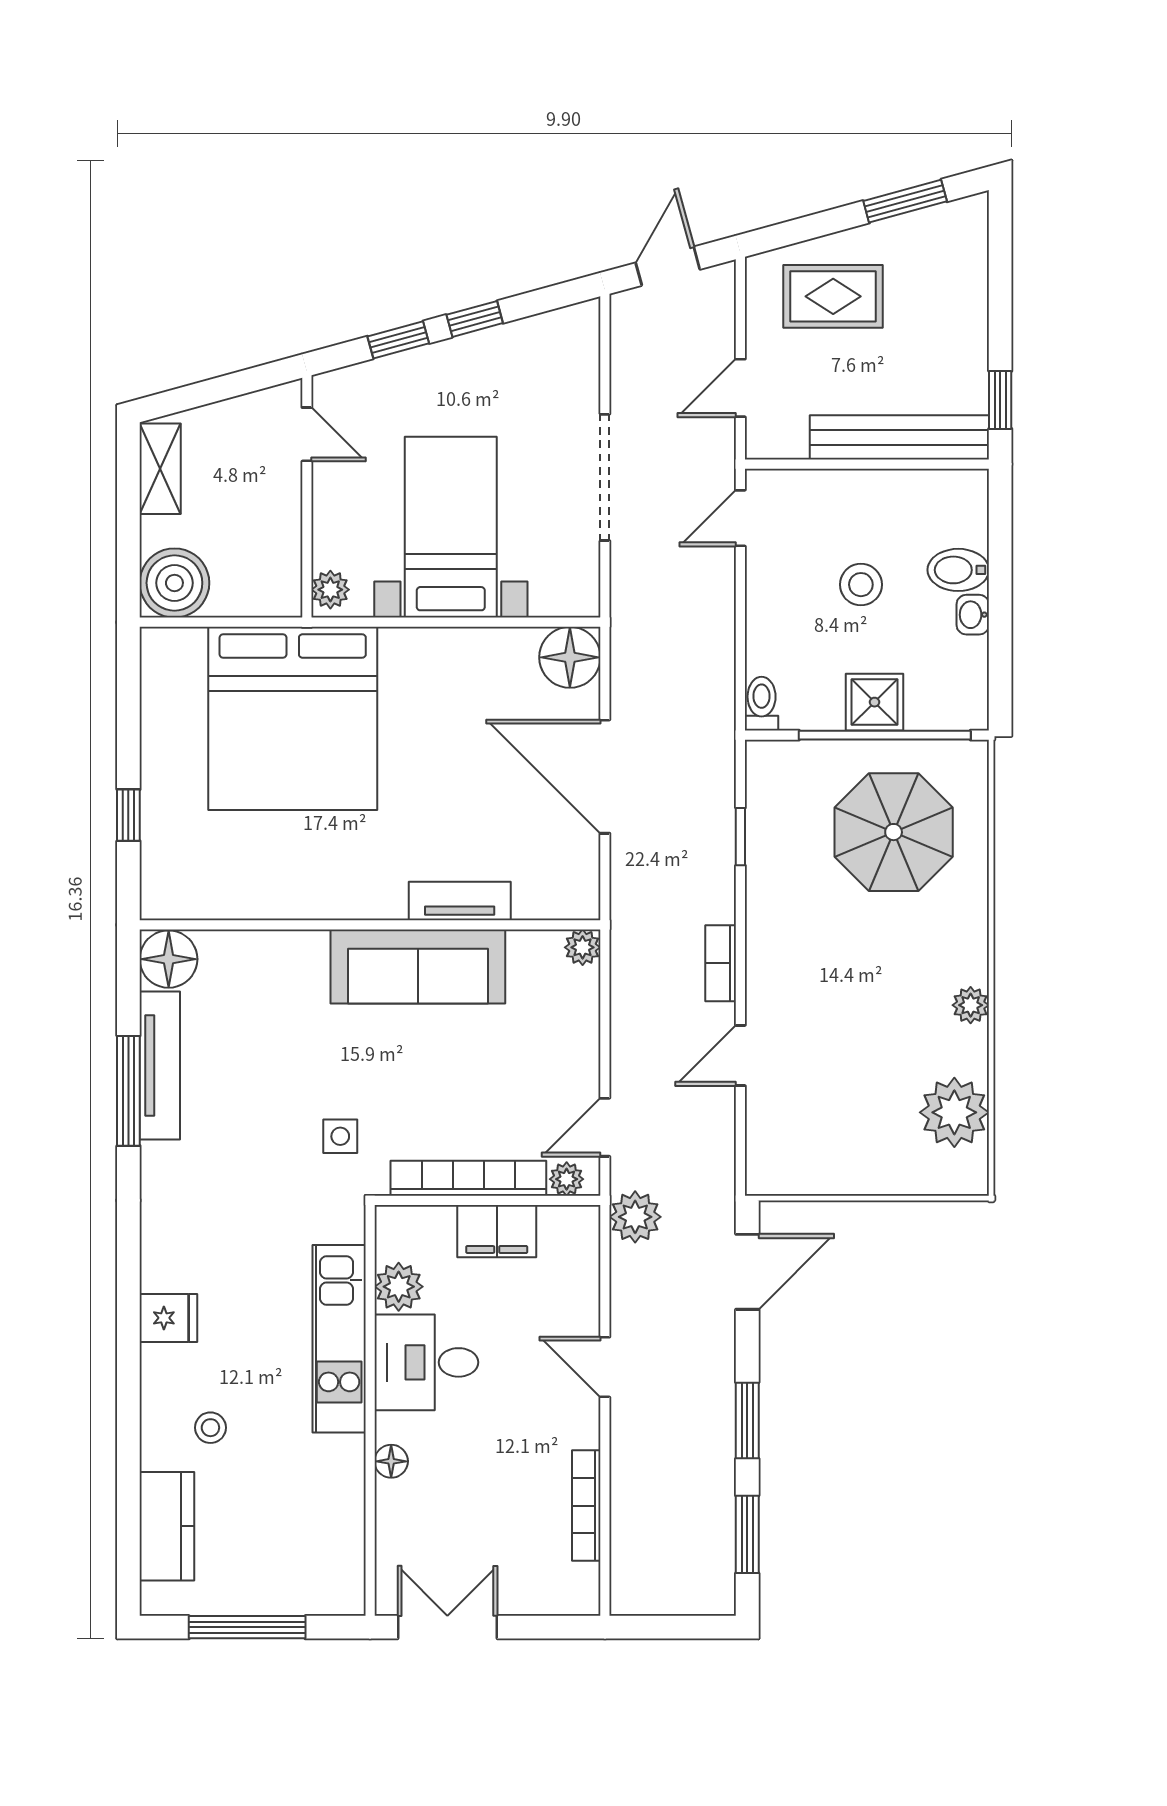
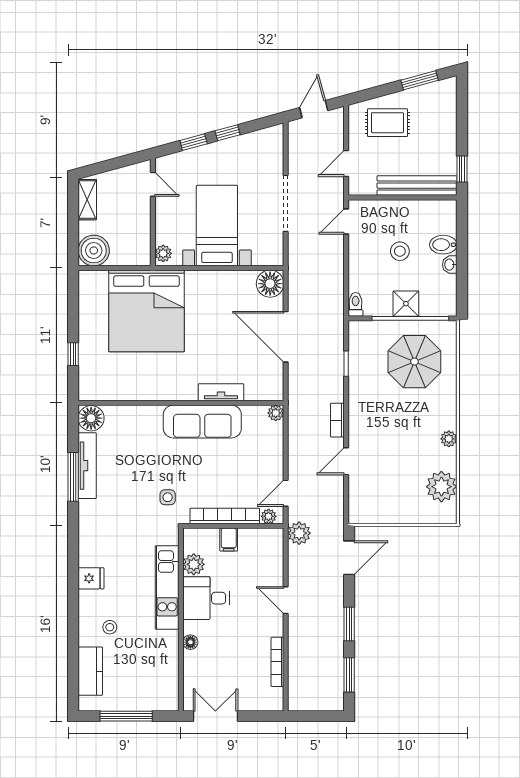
filing cabinet: (497, 1231) -> (229, 540), width x0.50

